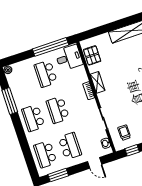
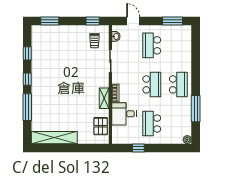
window: (51, 47) -> (138, 148), width x0.32
desk: (69, 58) -> (124, 114), moved
school desk: (46, 74) -> (152, 124), turned 180
school desk: (45, 154) -> (178, 45), removed

